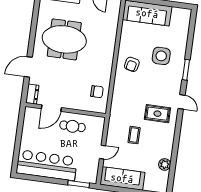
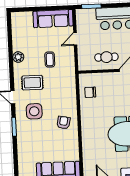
side table: (161, 56) -> (34, 111), moved
plant: (165, 164) -> (18, 57), moved

